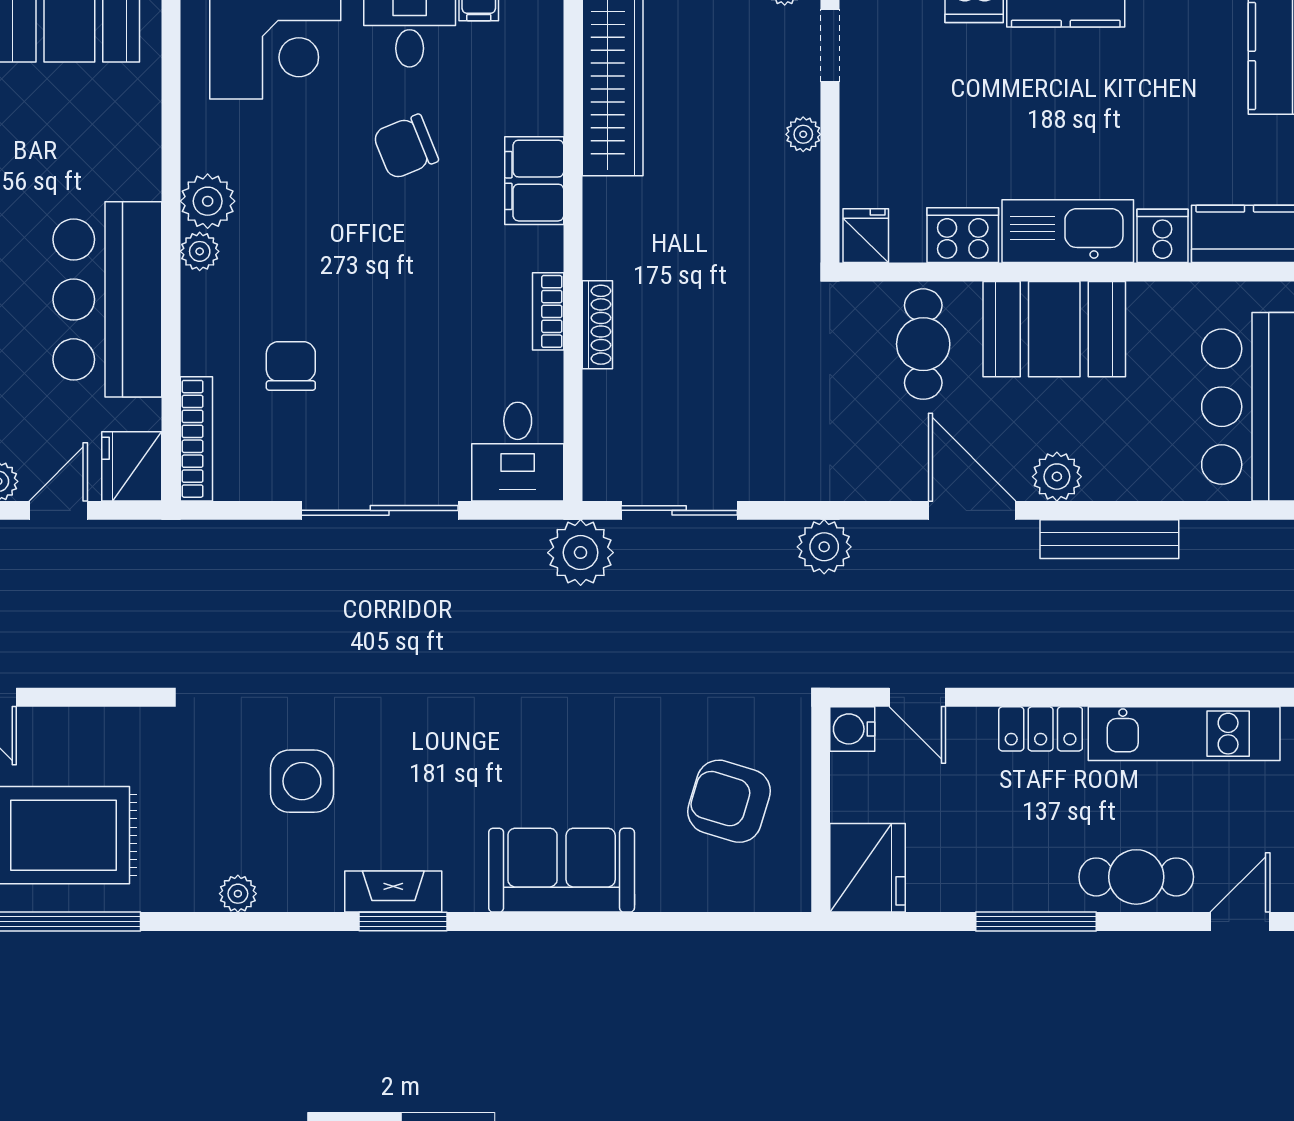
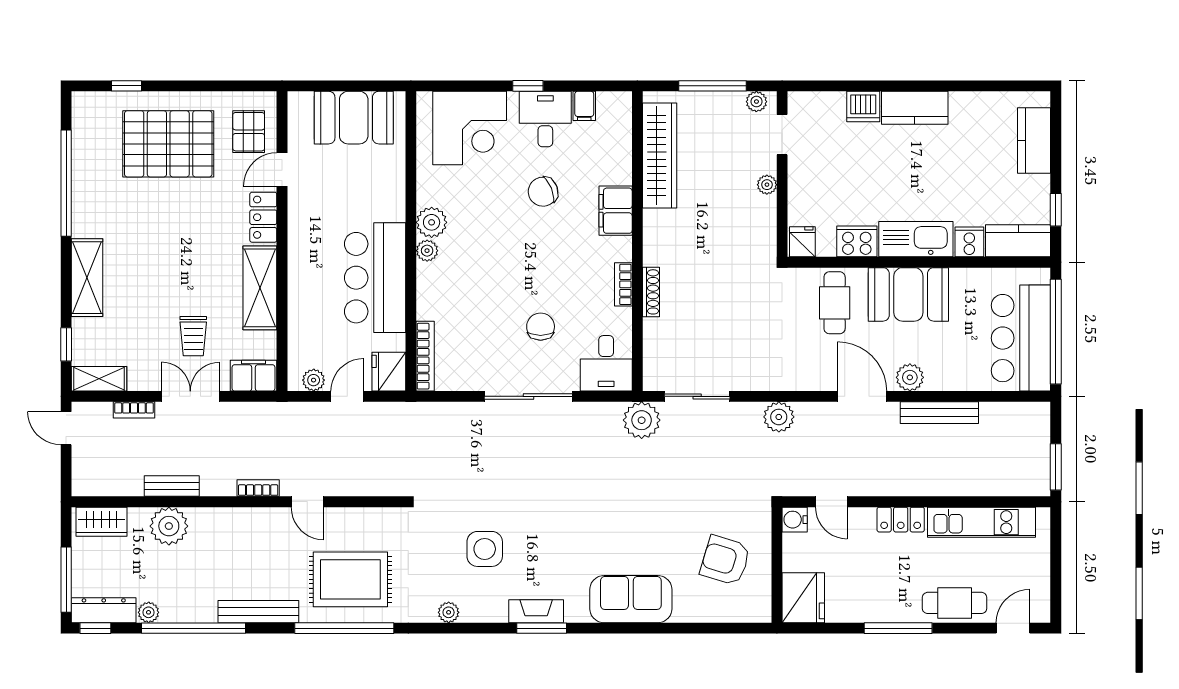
chair: (291, 366) -> (541, 327), moved

